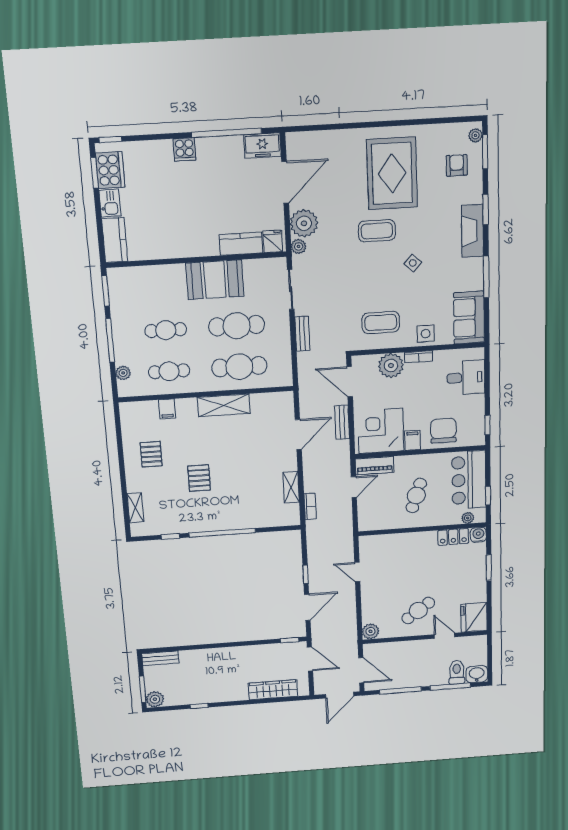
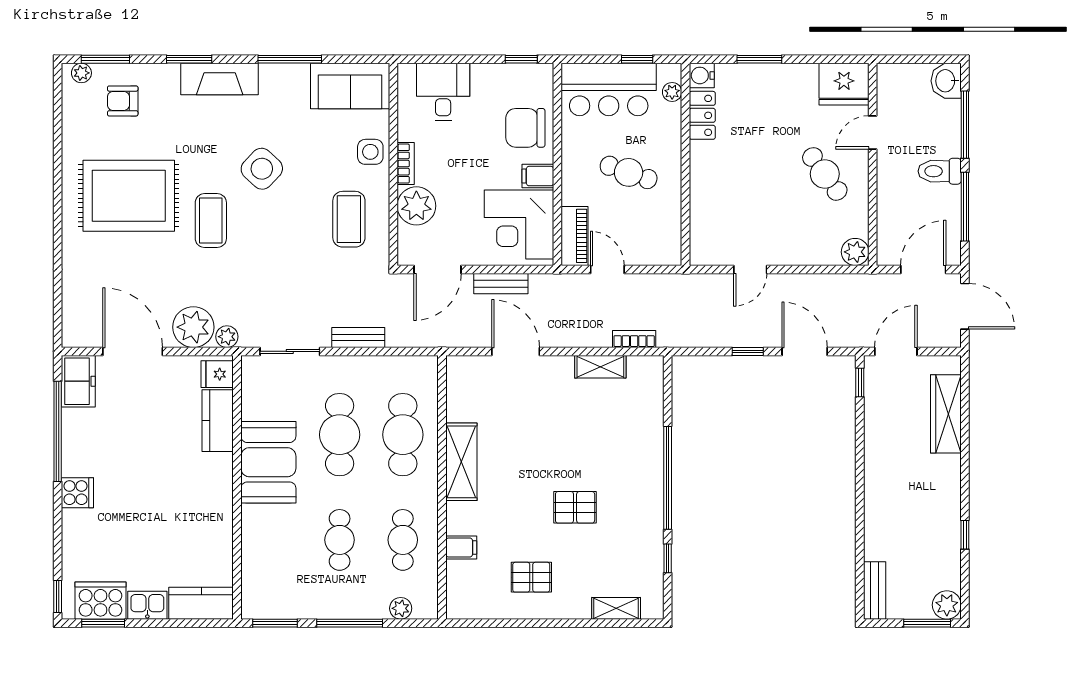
side table: (413, 263) -> (262, 169), width x1.87, depth x1.87
toilet: (457, 672) -> (940, 171), moved

